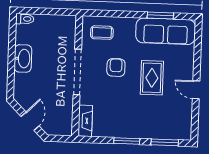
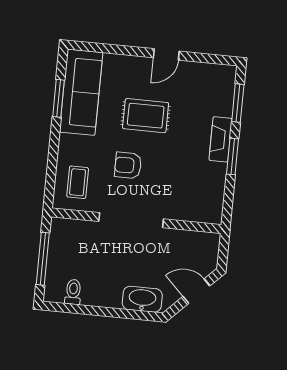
window: (46, 11) -> (43, 259), added
toilet: (25, 19) -> (73, 292), moved
washbasin: (23, 58) -> (142, 299), moved
fireplace: (85, 121) -> (221, 139), moved, turned -90

